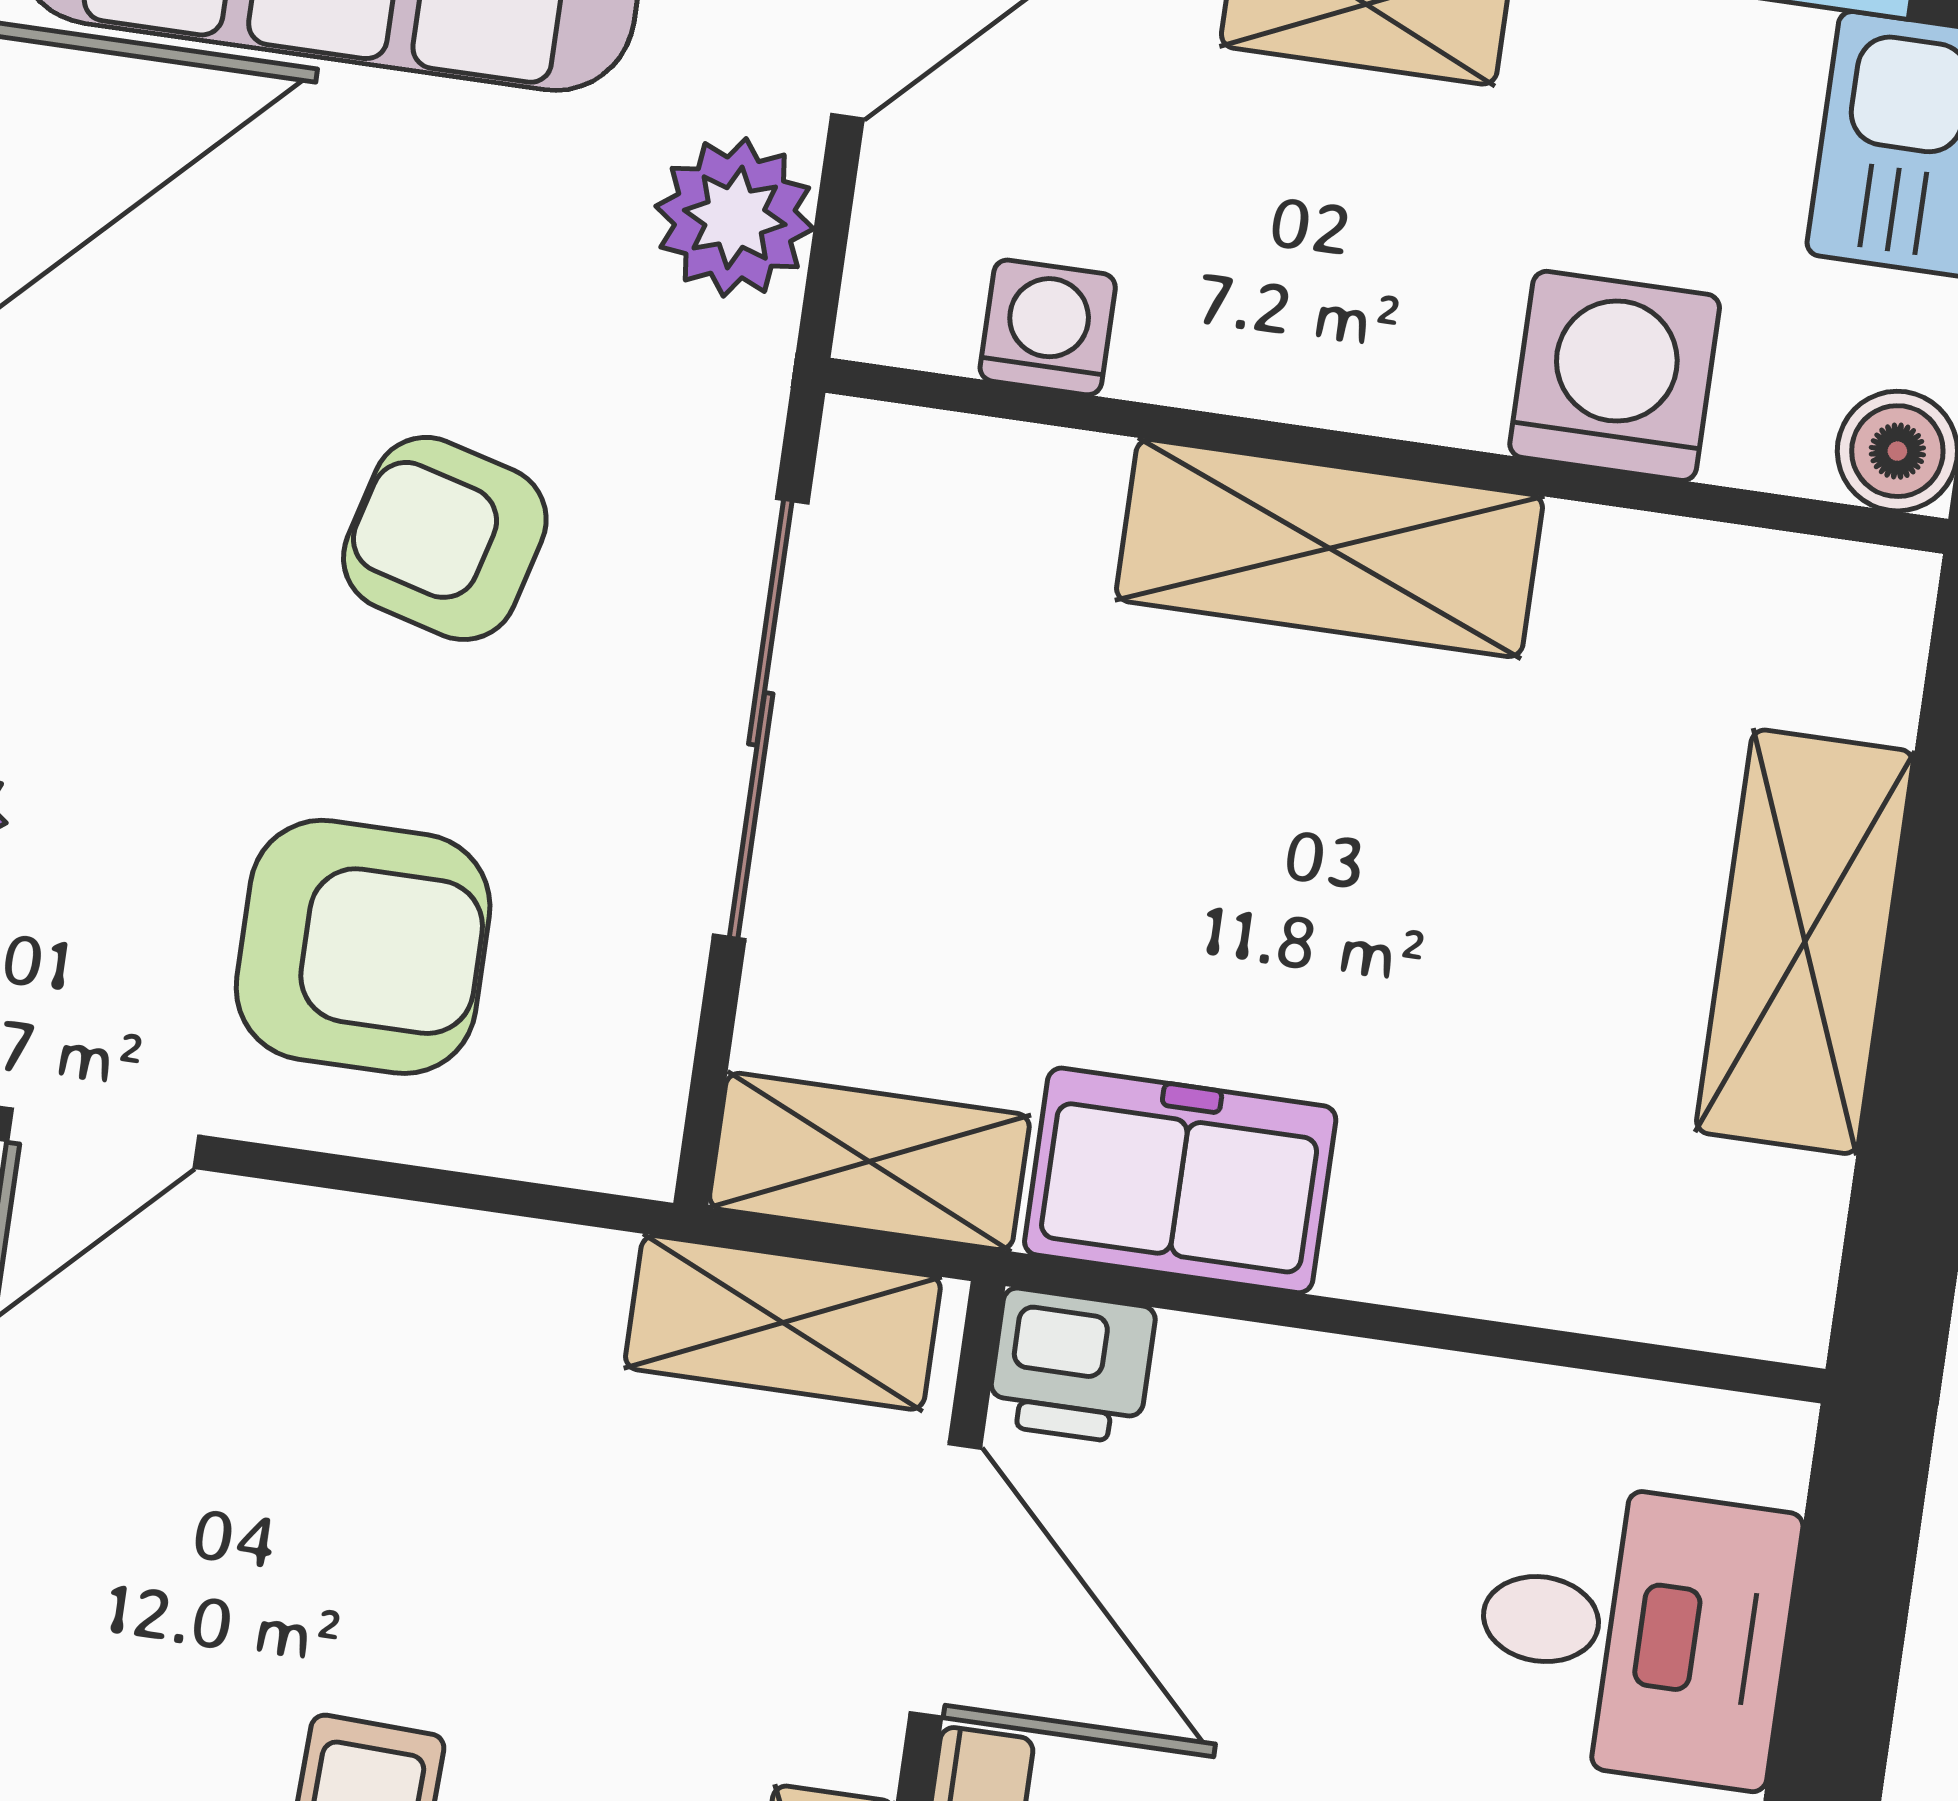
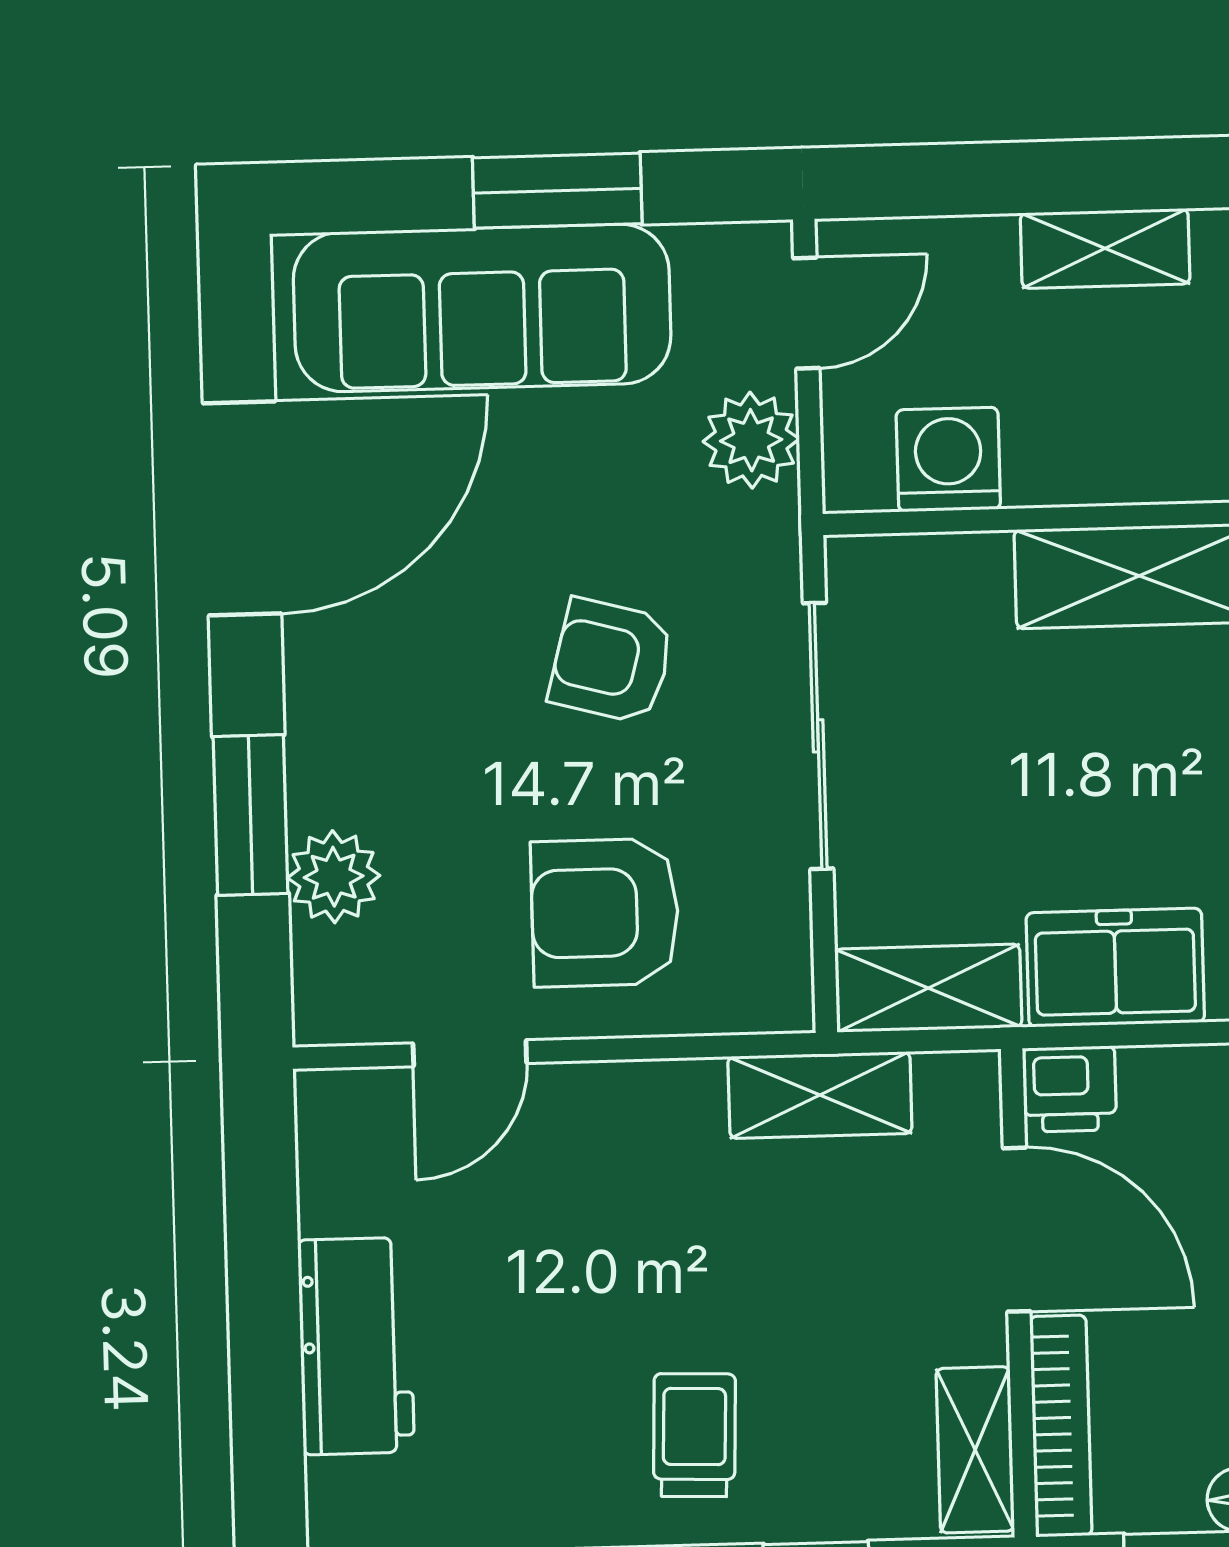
washing machine: (1048, 327) -> (948, 459), width x1.38, depth x1.38
armchair: (363, 947) -> (605, 913), turned 180
shelving: (783, 1323) -> (820, 1095), moved

